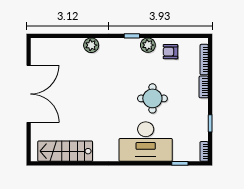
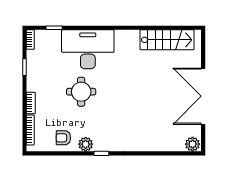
plant: (91, 45) -> (193, 144), moved
armchair: (170, 52) -> (63, 138), turned 180

